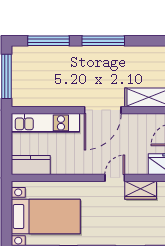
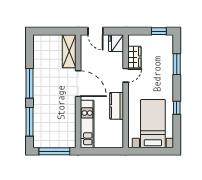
kitchen counter: (31, 165) -> (117, 106), moved
door: (115, 178) -> (126, 75), swing flipped

